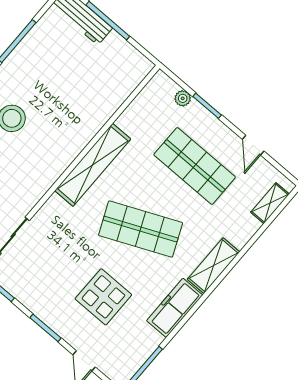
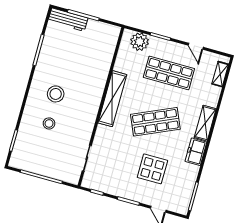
plant: (183, 98) -> (140, 42), width x1.87, depth x1.87
freezer: (175, 308) -> (196, 152), width x0.71

